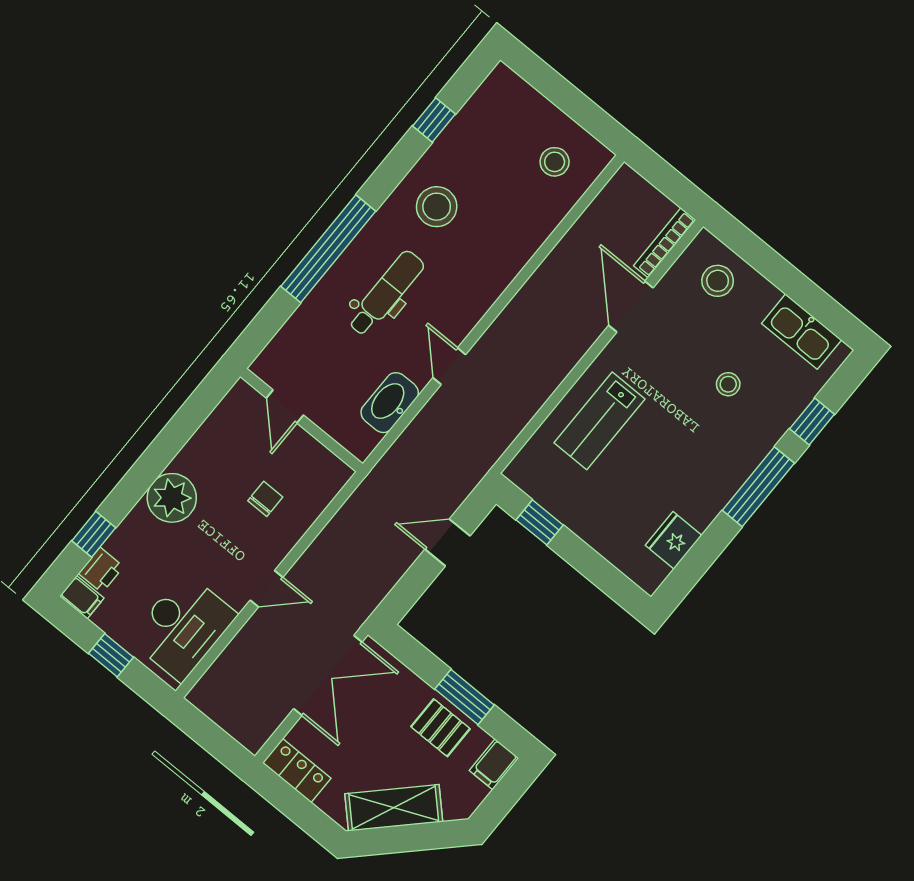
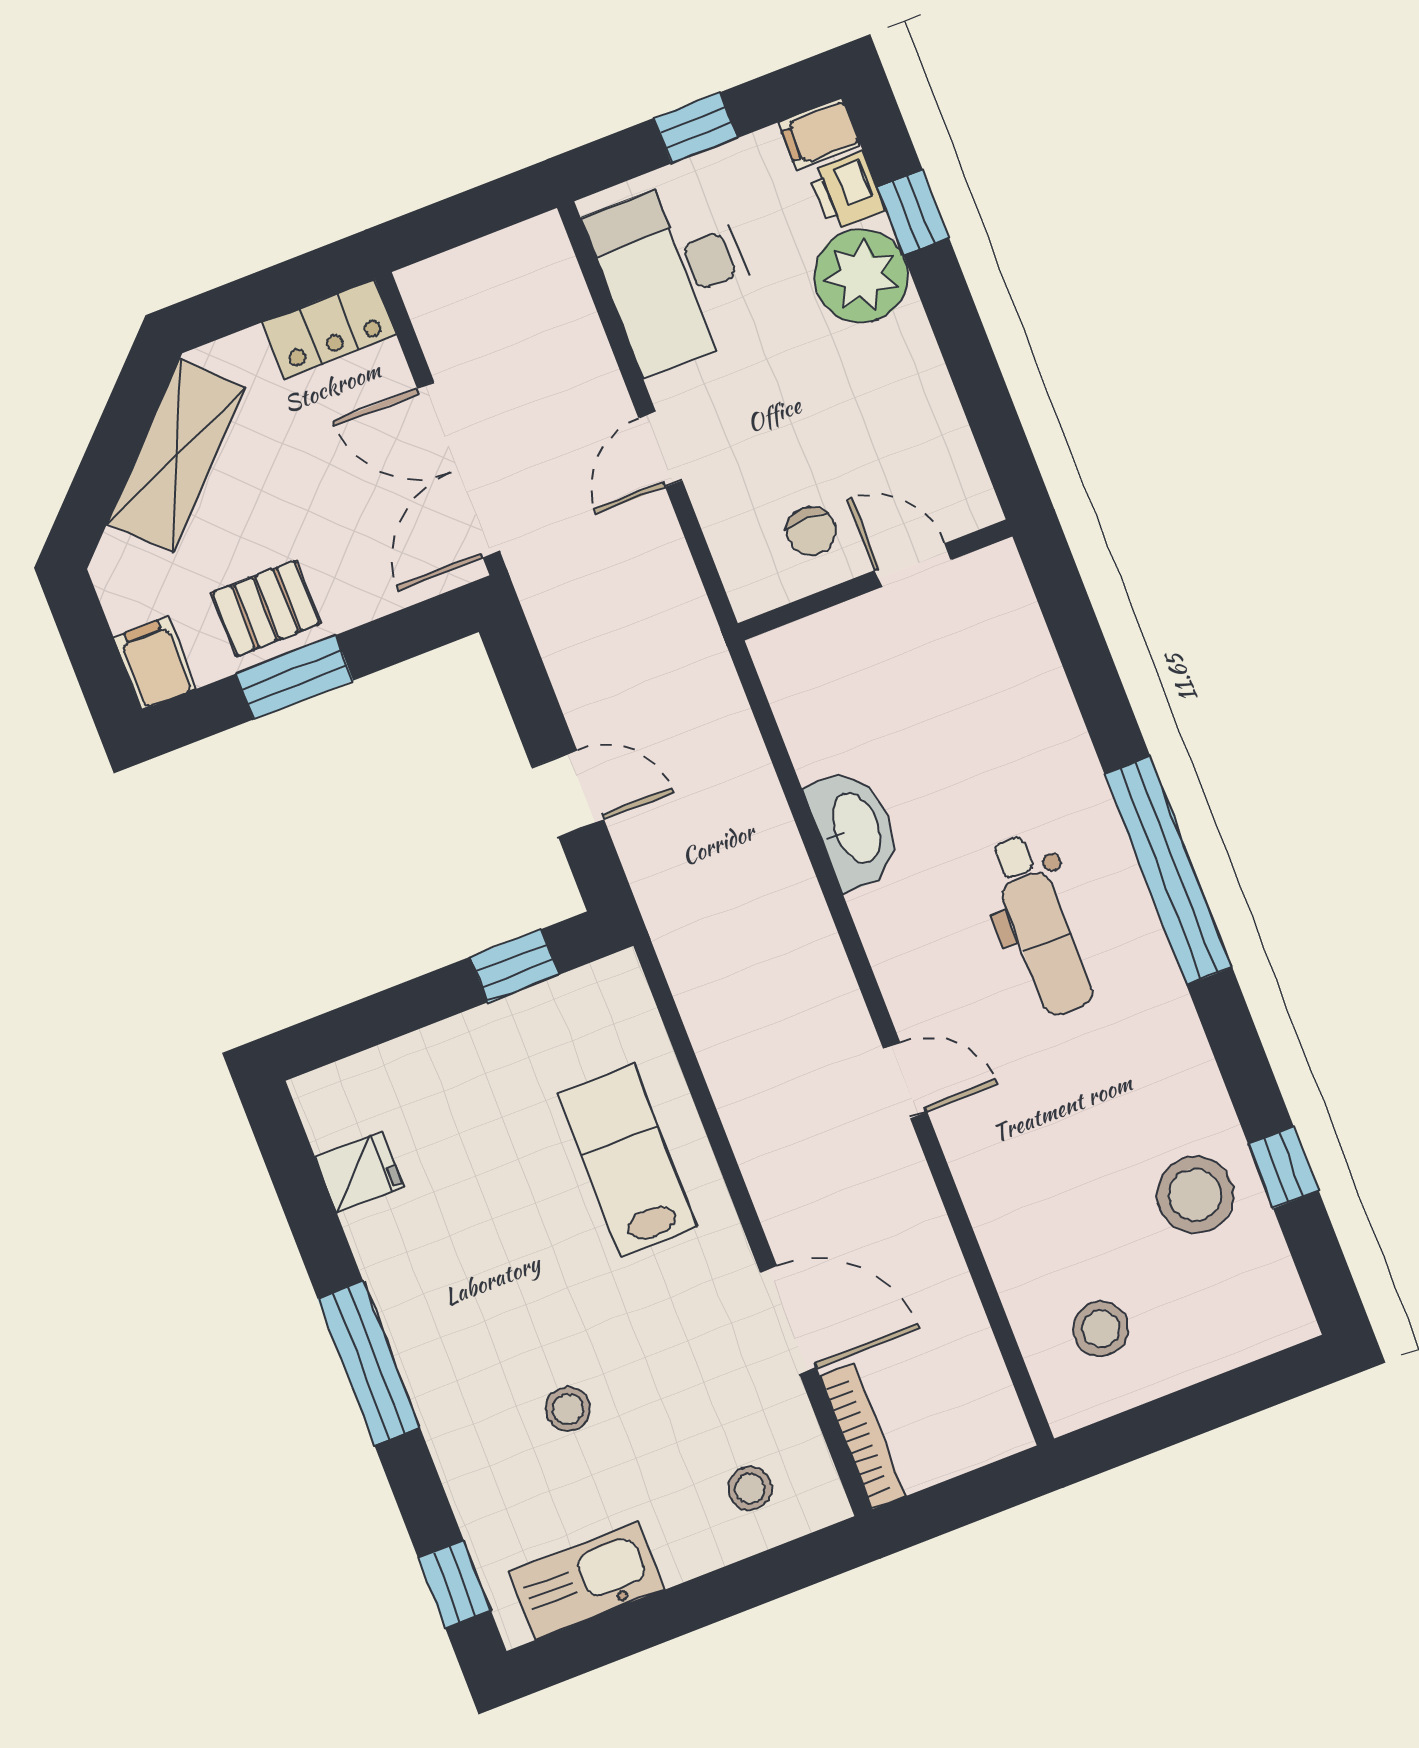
stool: (437, 207) -> (1195, 1195), moved
stool: (718, 281) -> (750, 1489), width x0.73, depth x0.73
door: (449, 366) -> (905, 1080), moved
door: (285, 407) -> (913, 565), moved
wall: (301, 420) -> (875, 580), moved
window: (812, 422) -> (455, 1584), moved
plant: (172, 498) -> (861, 276), moved
fridge: (674, 540) -> (359, 1172), width x0.72
door: (447, 542) -> (568, 794), hinge flipped

